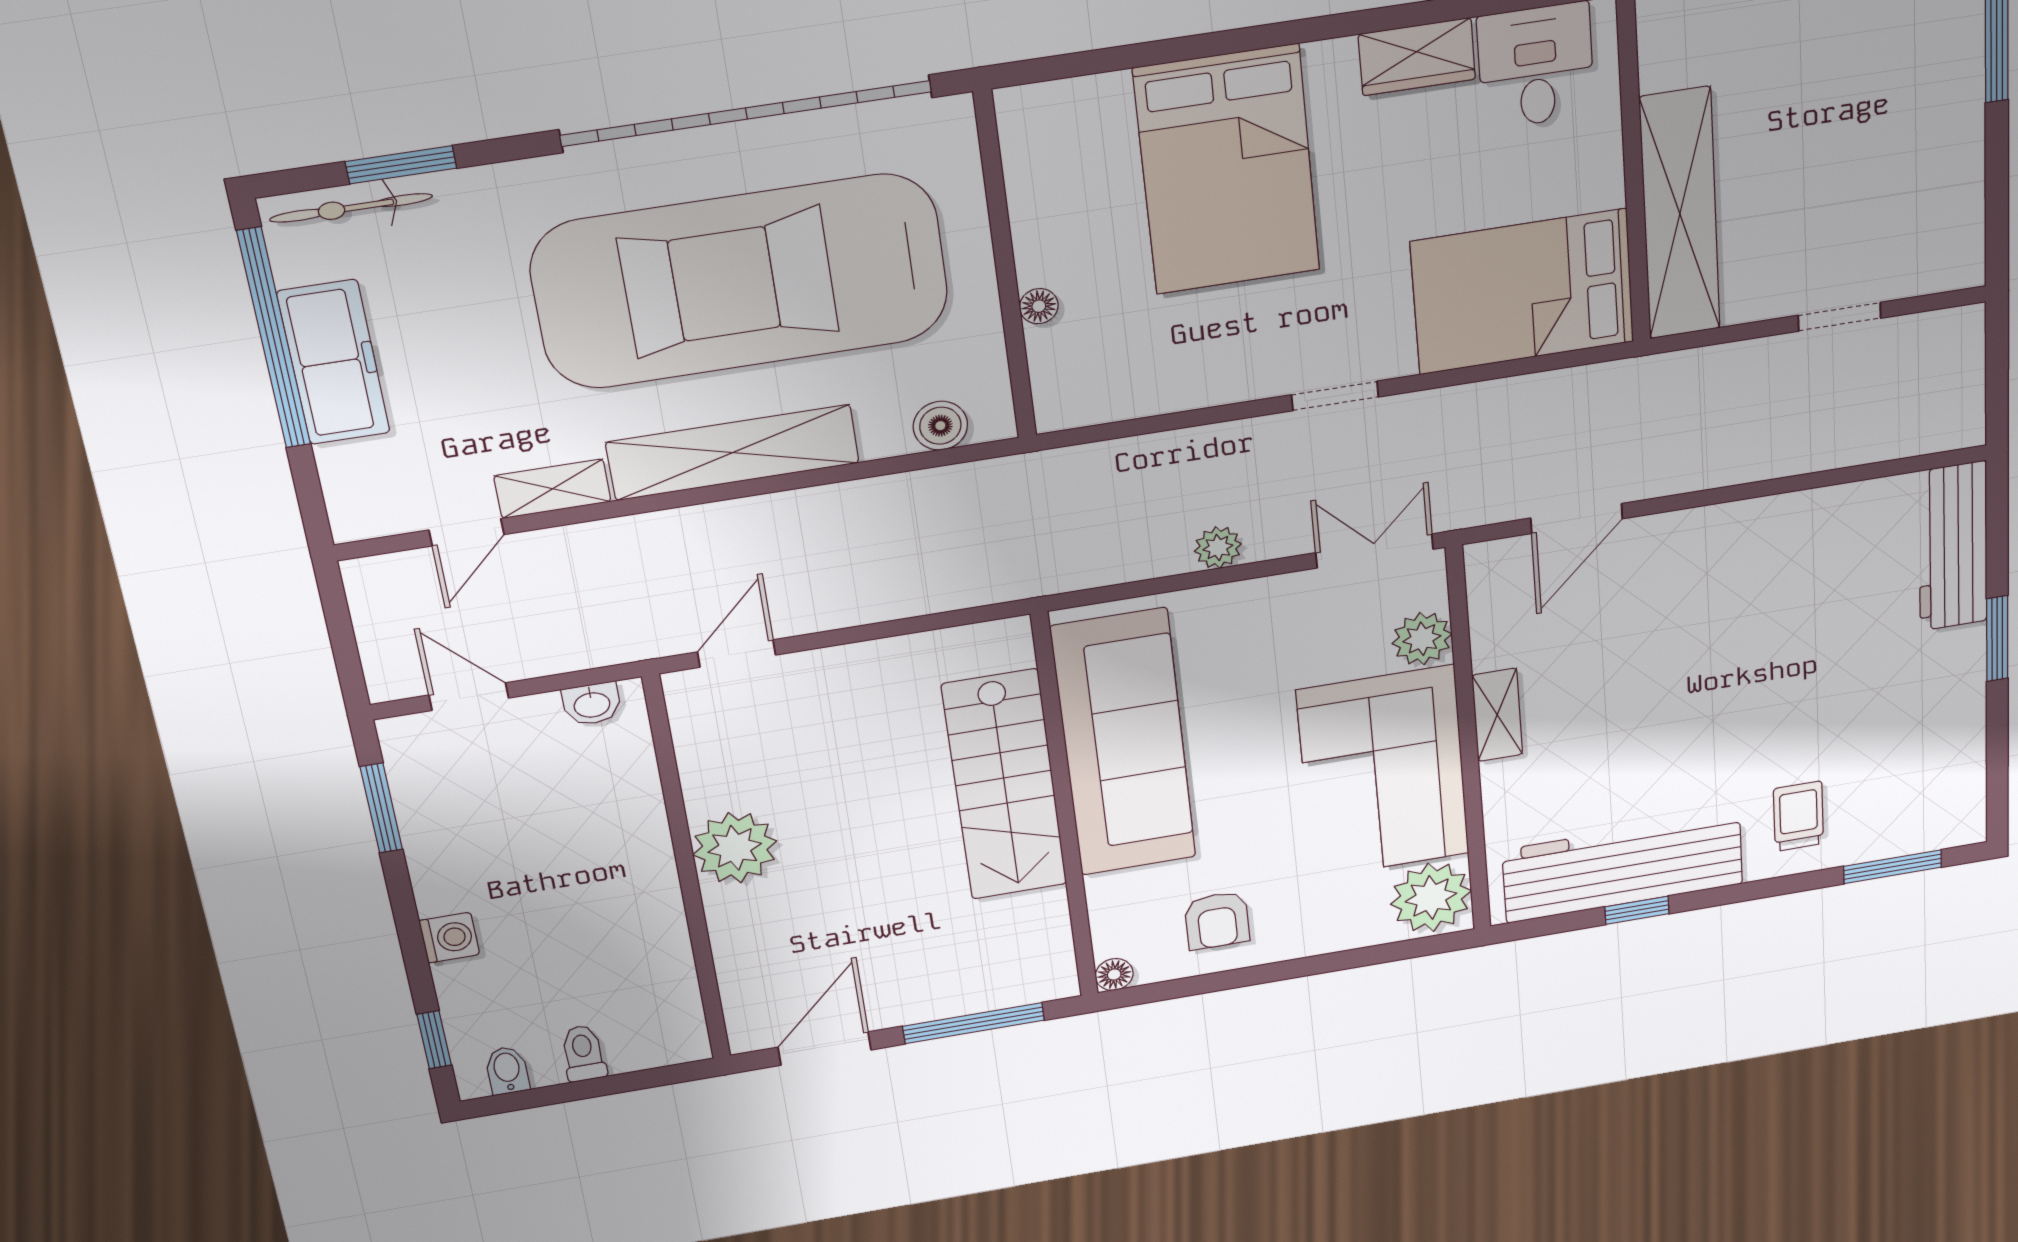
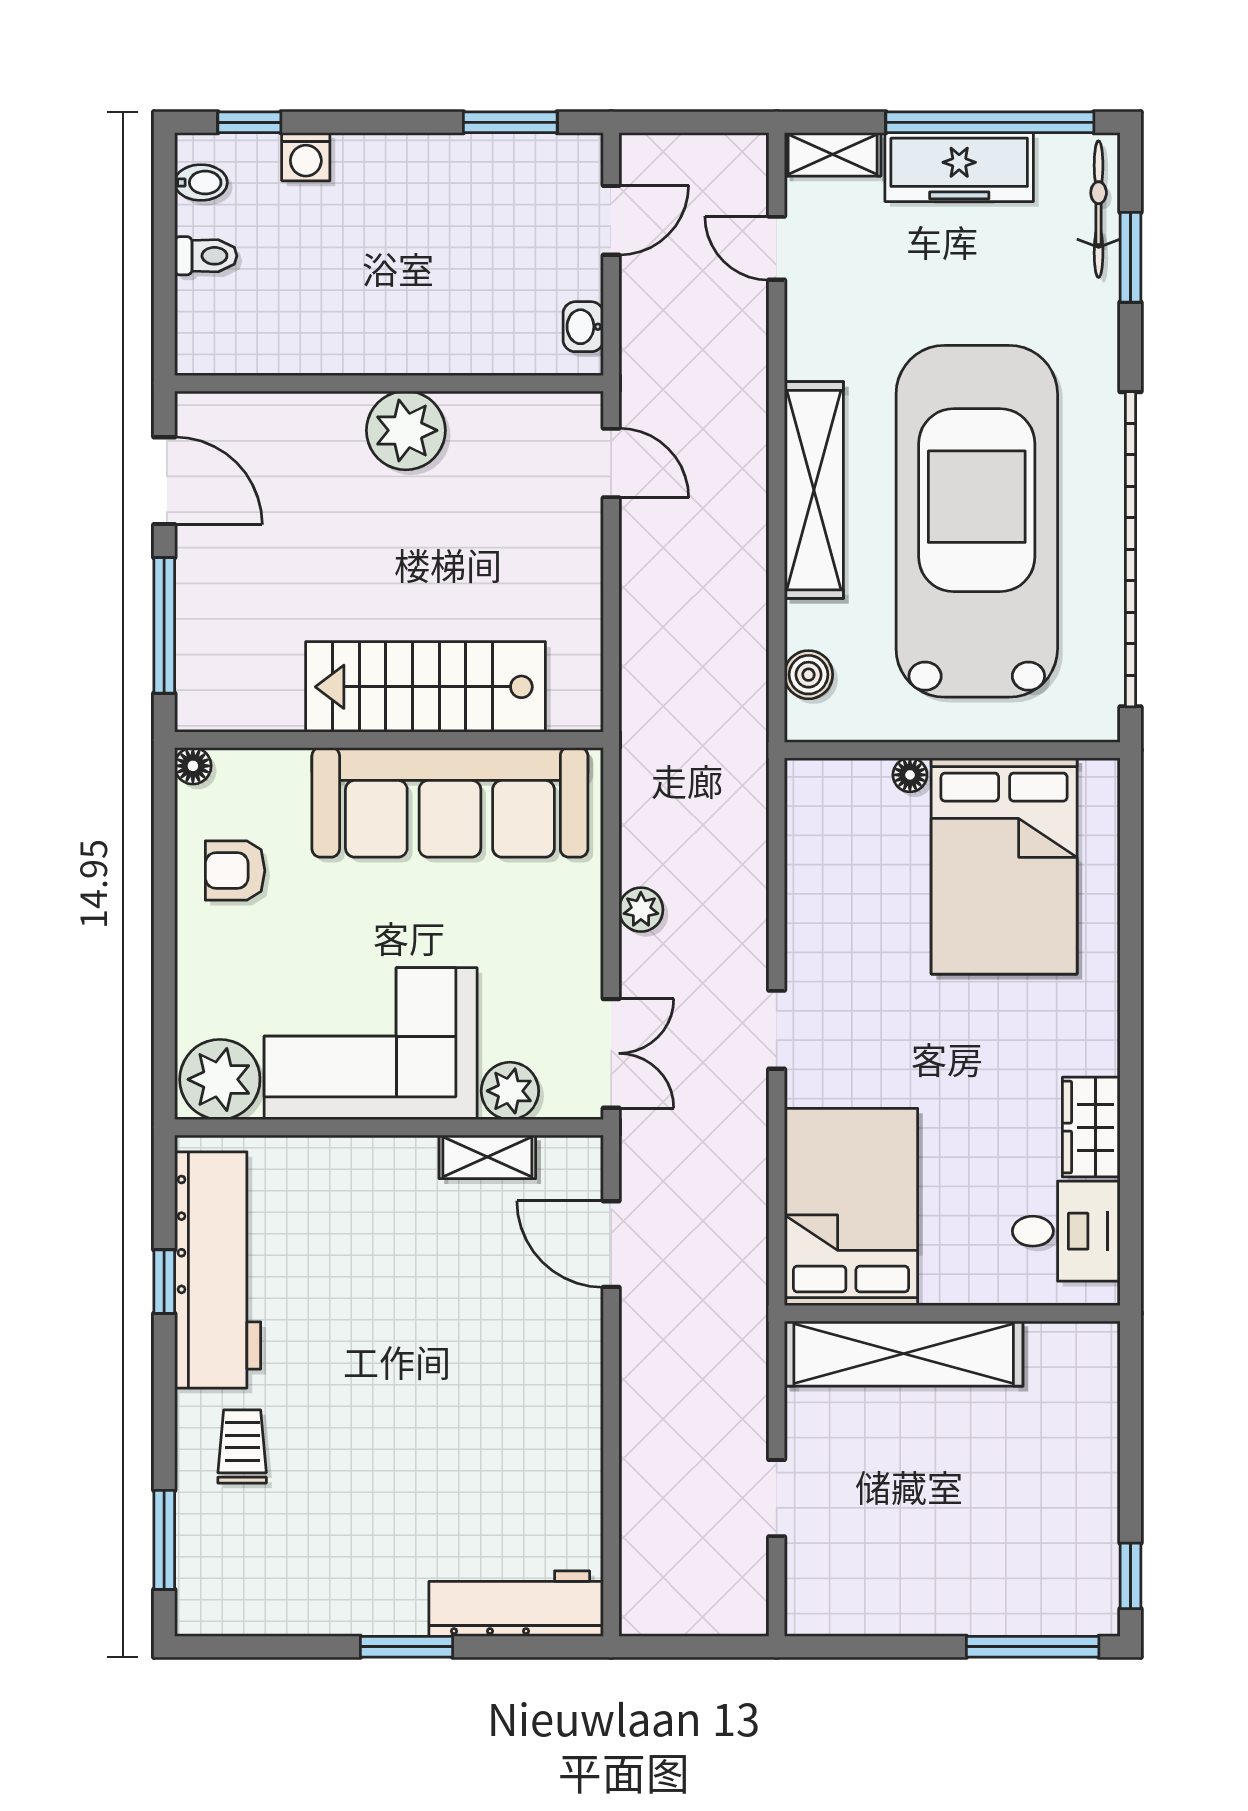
bed: (1227, 170) -> (1004, 866), moved, turned -90
shelving: (552, 489) -> (833, 154), moved, turned 90
shelving: (1497, 715) -> (487, 1157), moved
trolley: (1799, 816) -> (242, 1446), turned -90
washing machine: (449, 938) -> (306, 157), moved

